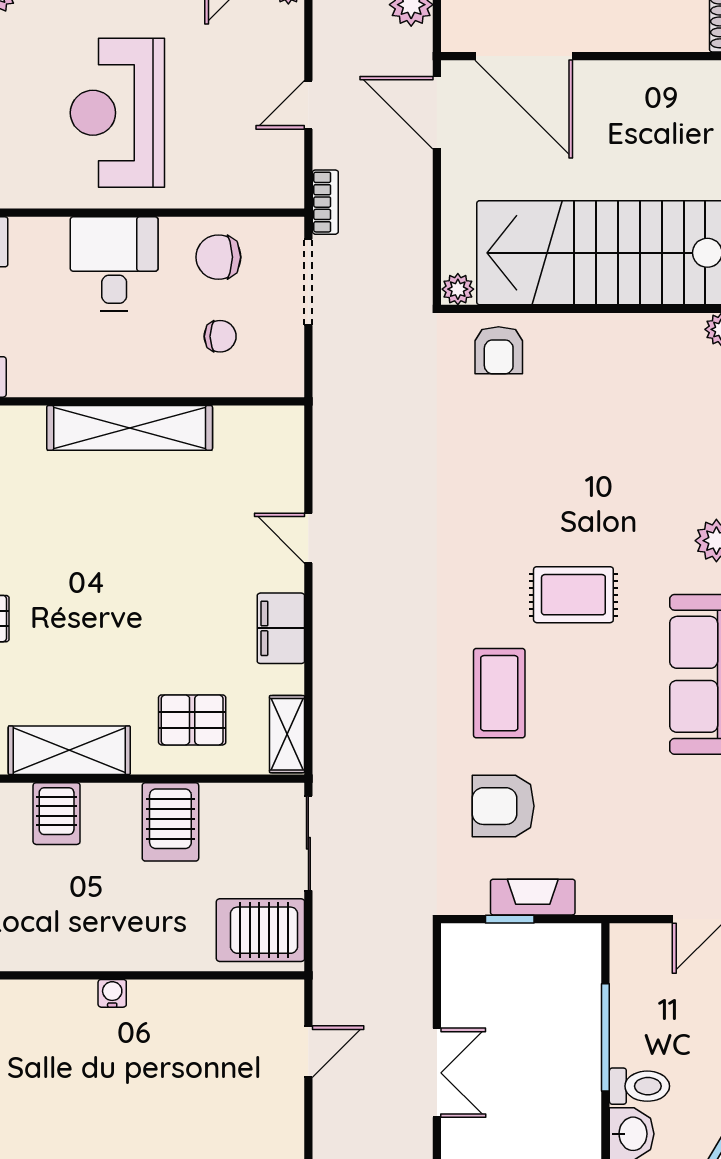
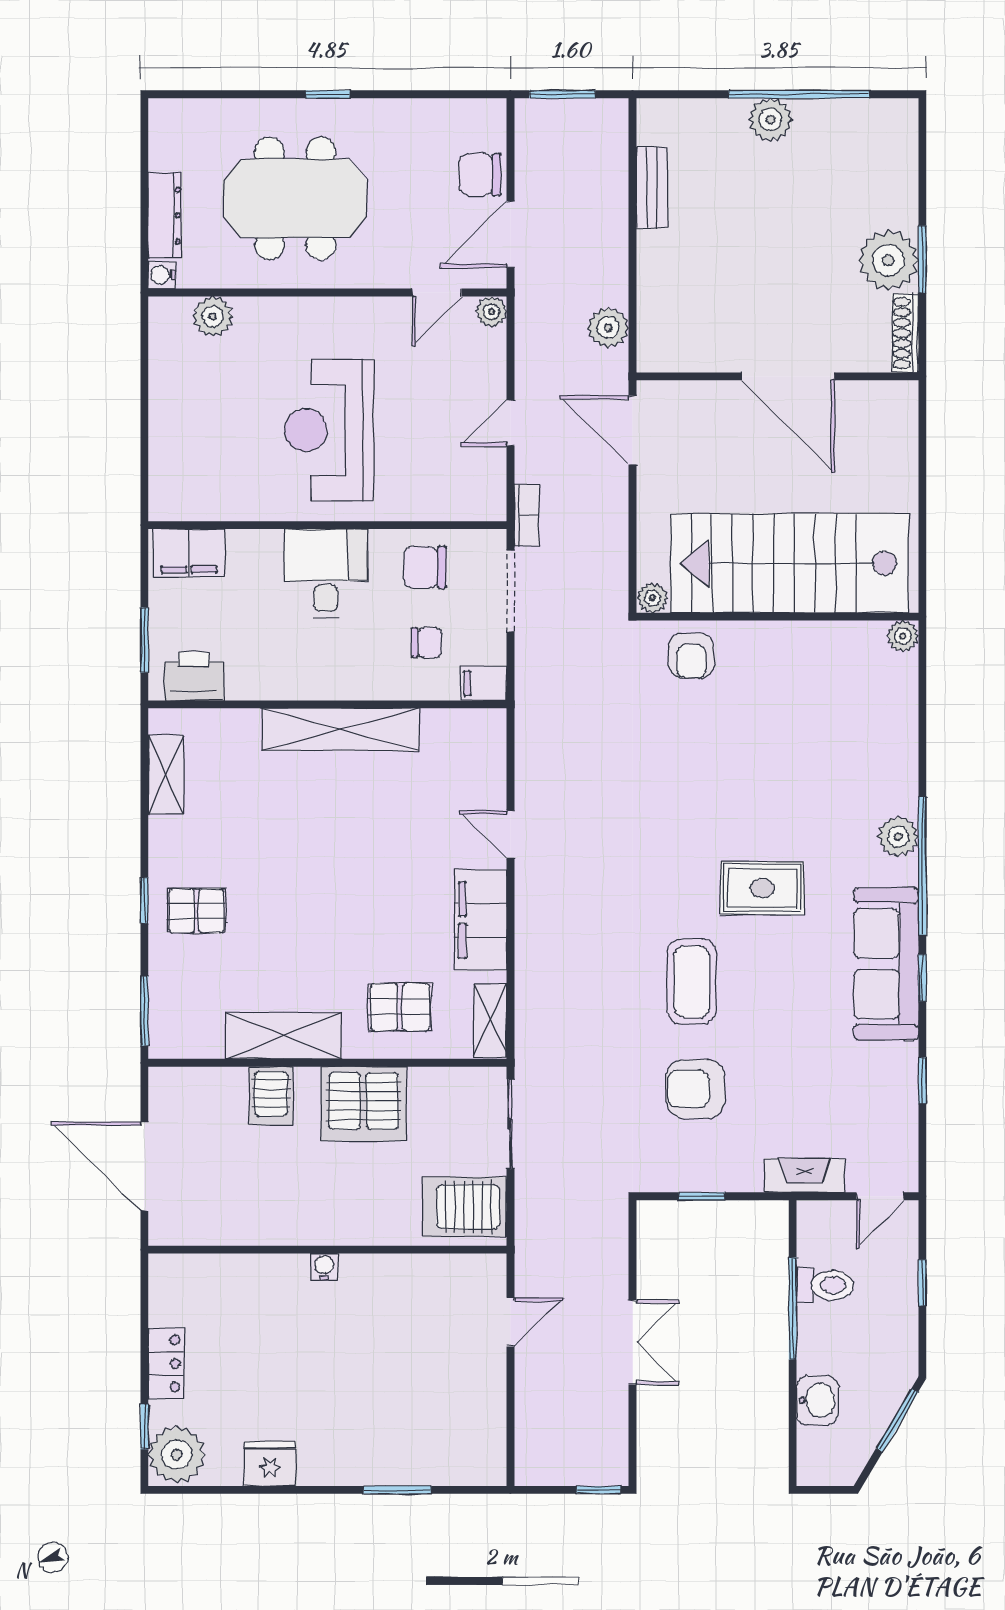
door: (524, 56) -> (788, 376), moved
filing cabinet: (280, 379) -> (484, 683), added
filing cabinet: (281, 628) -> (481, 920), width x1.50, depth x1.17
server rack: (170, 822) -> (363, 1104), width x1.60
fireplace: (533, 897) -> (805, 1175), moved
toilet: (639, 1086) -> (825, 1285), moved

